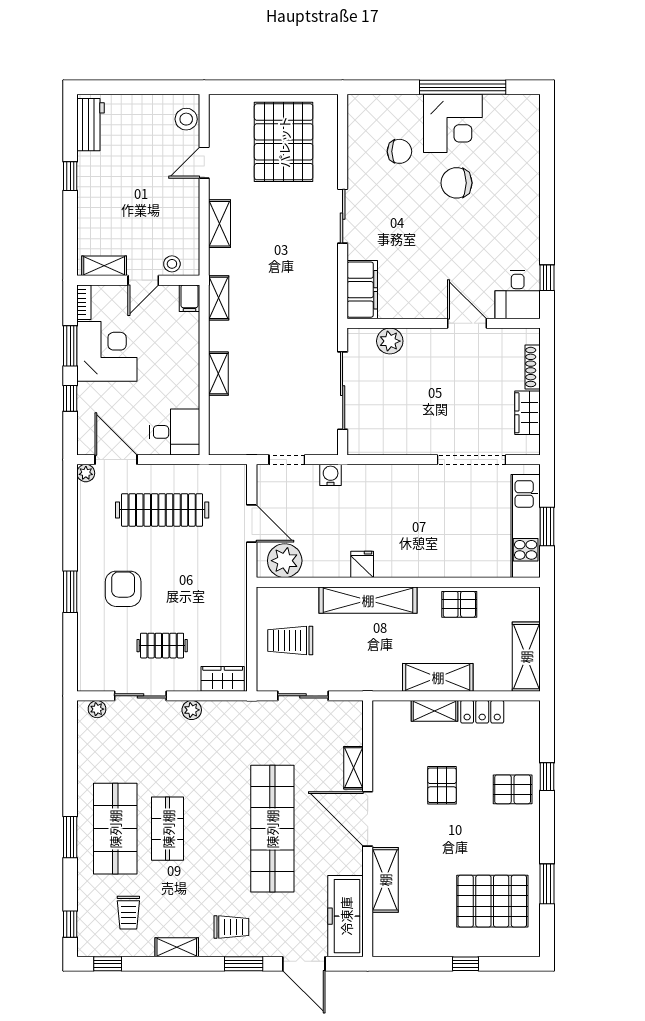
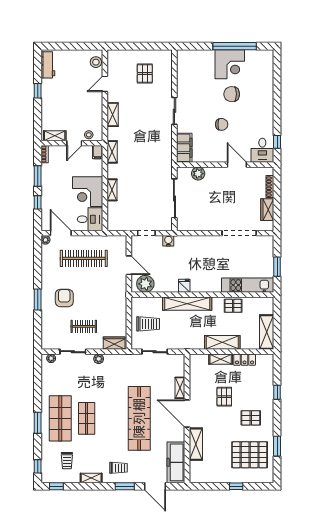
pallet: (284, 142) -> (145, 74), width x0.49, depth x0.50
chair: (399, 151) -> (222, 124), moved
corner desk: (107, 351) -> (88, 192), moved, turned 180
kitchen unit: (526, 526) -> (248, 285), moved, turned 90
trolley: (290, 640) -> (148, 324), turned 180
pallet: (513, 789) -> (251, 418), moved

